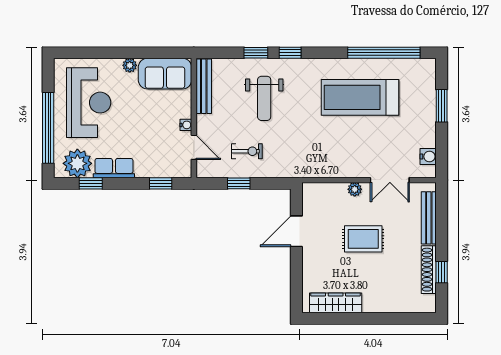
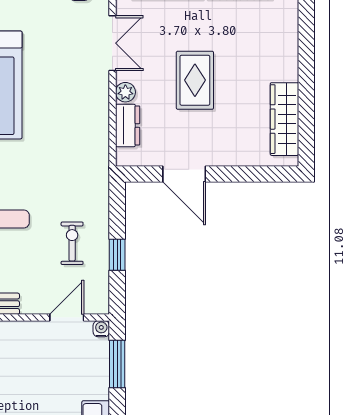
water cooler: (186, 125) -> (101, 329), moved
window: (161, 183) -> (117, 364), width x1.50
dresser: (331, 191) -> (128, 125), added

